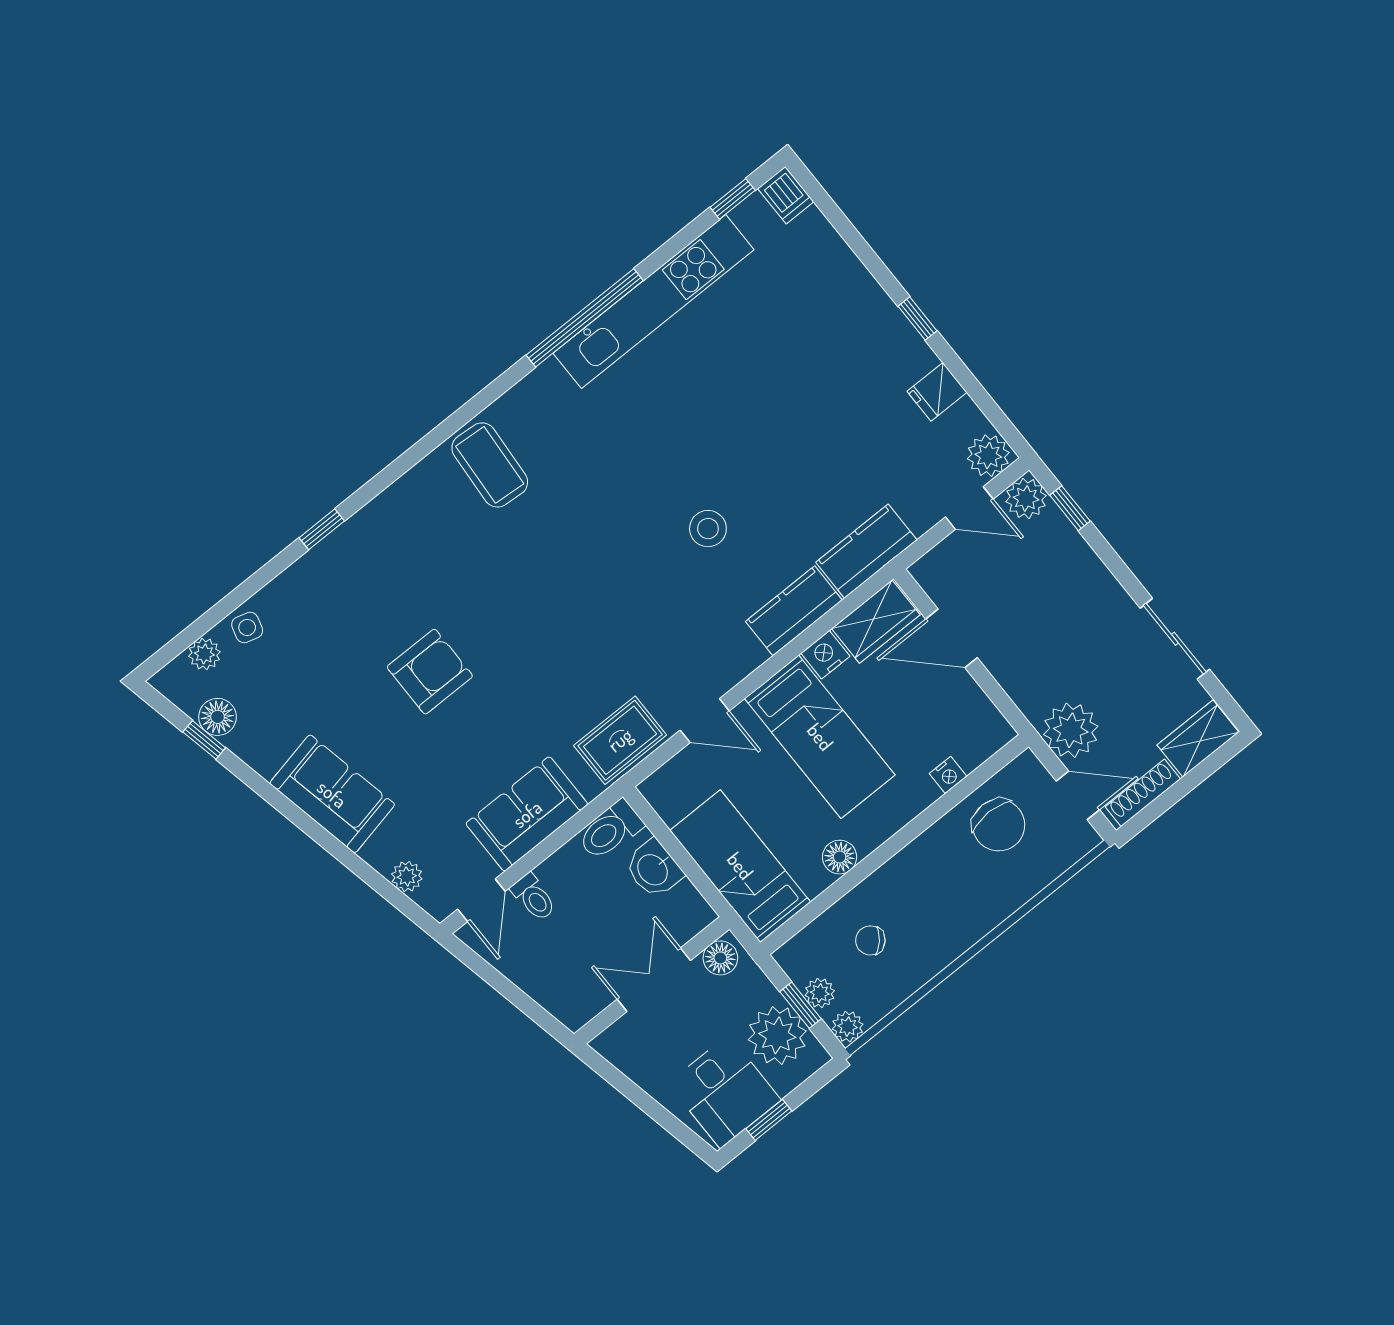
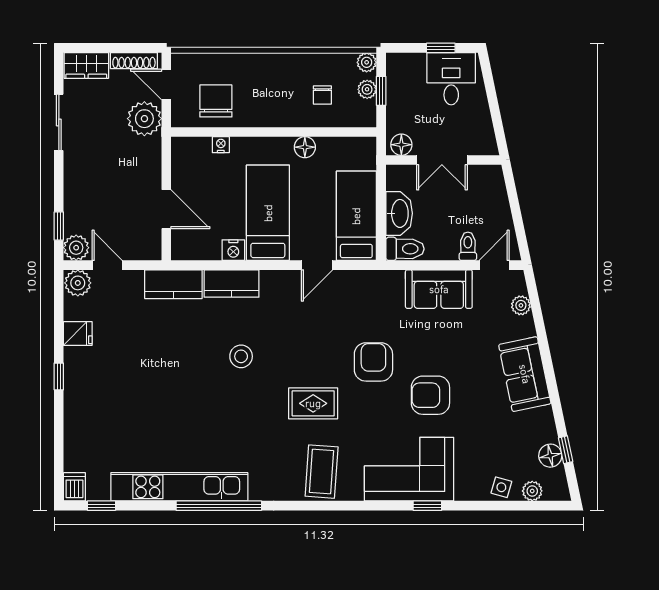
corner sofa: (382, 557) -> (409, 469), added
wardrobe: (876, 622) -> (196, 247), removed
armchair: (535, 656) -> (373, 362), added
door: (705, 721) -> (317, 265), swing flipped
rug: (620, 740) -> (313, 403), moved
bed: (740, 866) -> (356, 216), moved, turned 180
washbasin: (654, 869) -> (399, 213), width x1.38
chair: (870, 940) -> (322, 95), turned 49
plant: (777, 1035) -> (404, 85), removed

